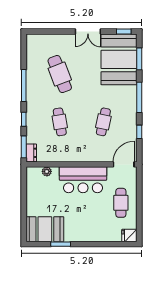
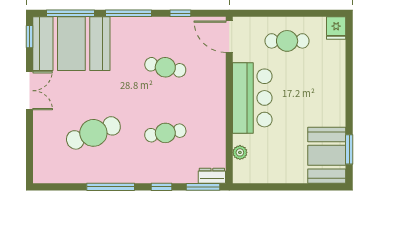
window: (139, 59) -> (71, 13), width x1.44
window: (61, 244) -> (349, 149), moved

